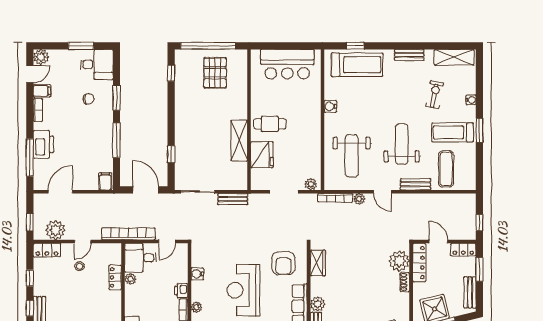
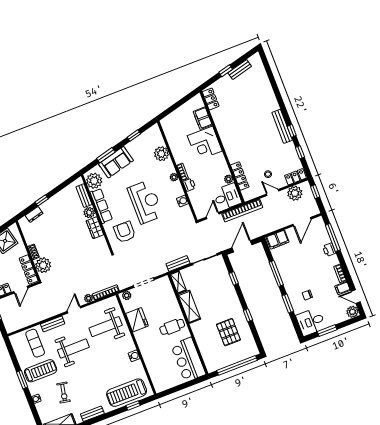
bar counter: (287, 64) -> (188, 360), moved, turned -90
window: (171, 73) -> (248, 315), moved
pallet: (215, 73) -> (228, 332), moved
door: (30, 74) -> (356, 297), hinge flipped
printer: (43, 144) -> (329, 250), width x0.53, depth x0.68
weight bench: (402, 144) -> (73, 349), turned -90
fridge: (262, 155) -> (137, 320), moved, turned 180
weight bench: (352, 156) -> (106, 327), turned -90
shelving: (241, 176) -> (178, 282), added
filing cabinet: (105, 181) -> (278, 240), width x2.00
door: (146, 190) -> (242, 246), swing flipped
door: (382, 192) -> (74, 310), hinge flipped
door: (83, 242) -> (273, 192), hinge flipped
door: (438, 242) -> (21, 290), hinge flipped
wardrobe: (318, 263) -> (95, 228), moved
locker: (115, 277) -> (240, 176), width x1.53

